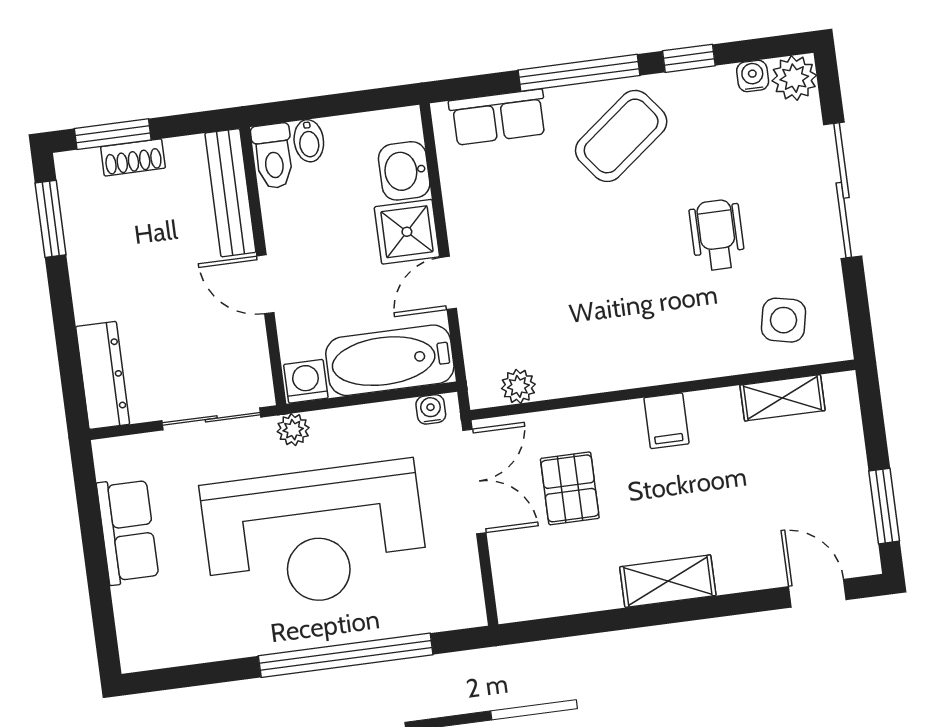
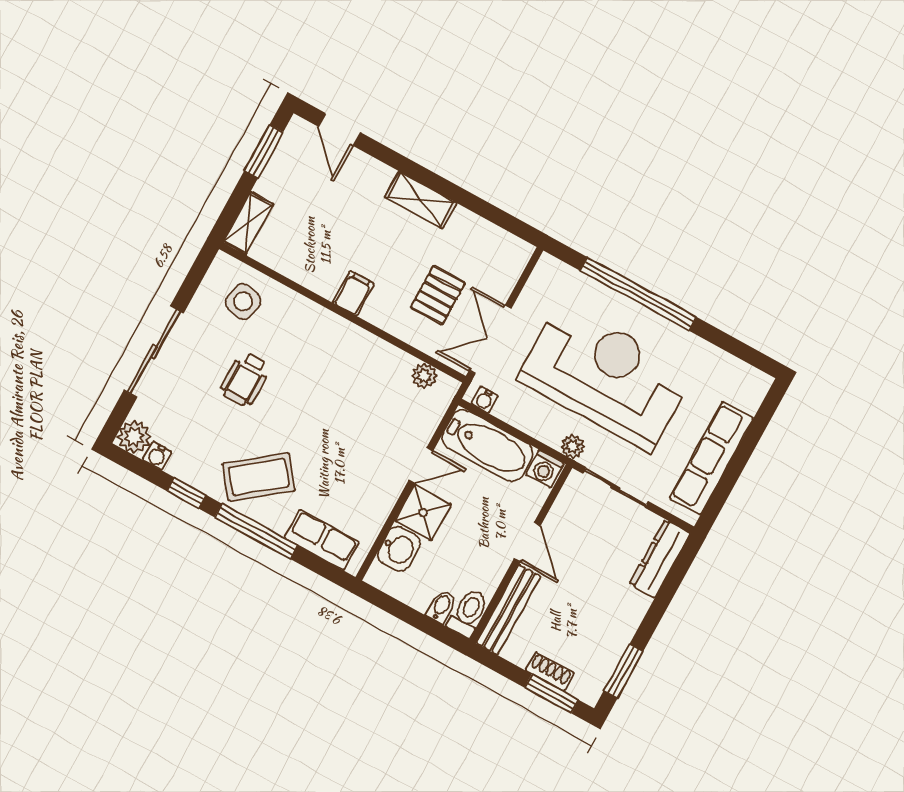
shelving: (782, 398) -> (248, 223), moved, turned 90
row of seats: (128, 531) -> (711, 458), width x1.48

